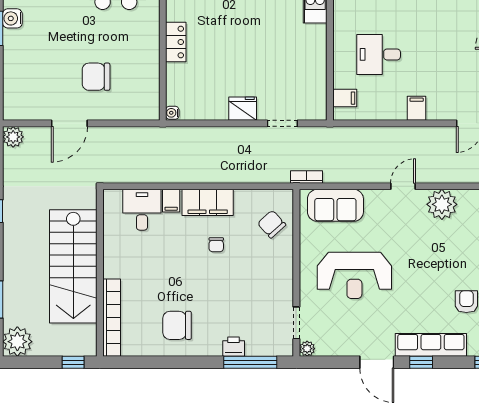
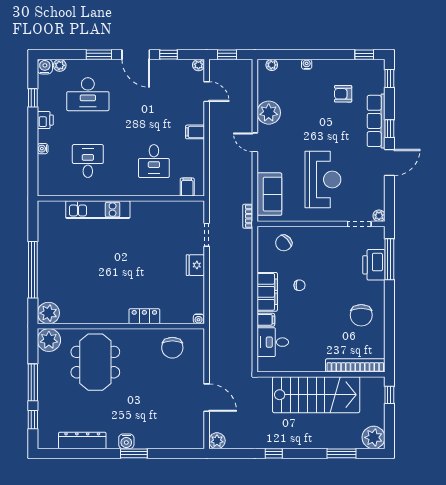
chair: (96, 77) -> (172, 348), moved
printer: (234, 347) -> (374, 265), width x1.87, depth x1.48

